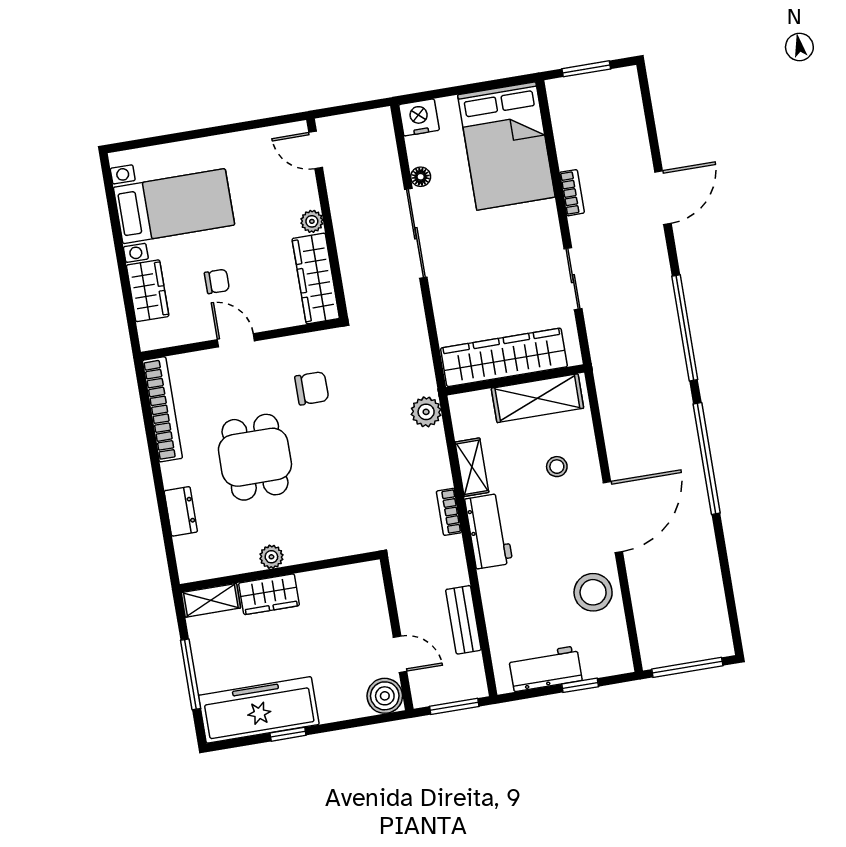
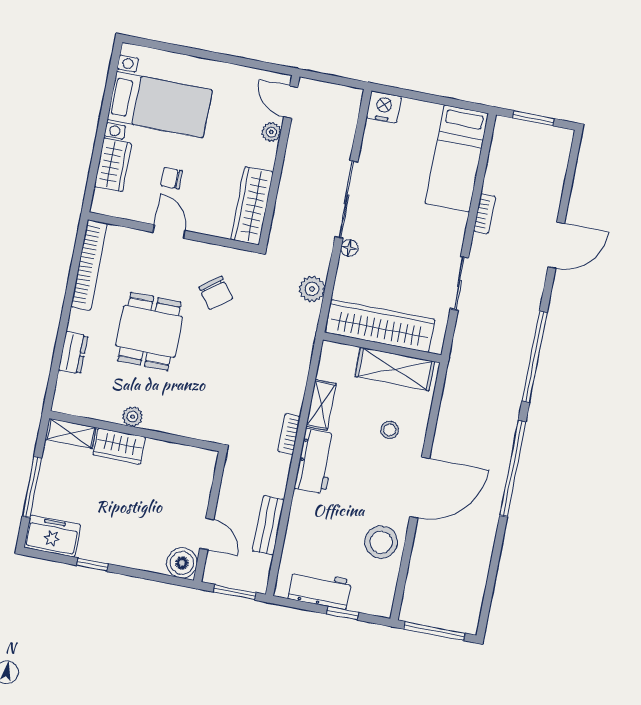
bed: (506, 146) -> (457, 158), width x0.67
floor lamp: (421, 177) -> (349, 248), moved
plant: (312, 221) -> (271, 132), moved
chair: (217, 281) -> (172, 178), turned 180
chair: (312, 388) -> (216, 293), turned 53
plant: (426, 412) -> (312, 289), moved
freezer: (259, 710) -> (52, 536), width x0.52, depth x0.79

